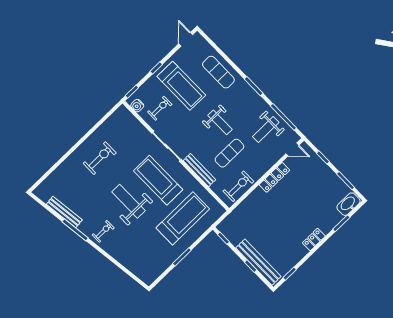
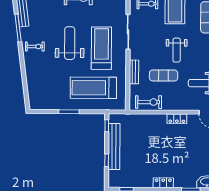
bench: (199, 170) -> (134, 72), width x0.73
locker: (274, 177) -> (177, 119), width x0.66
treadmill: (183, 218) -> (93, 88), turned 180
bench: (258, 262) -> (114, 147), moved

